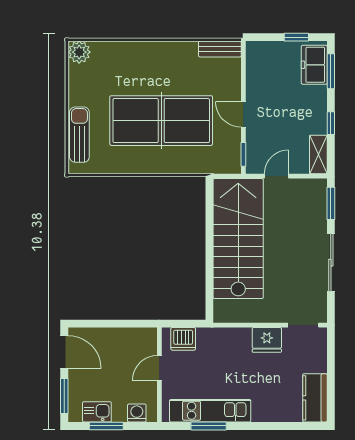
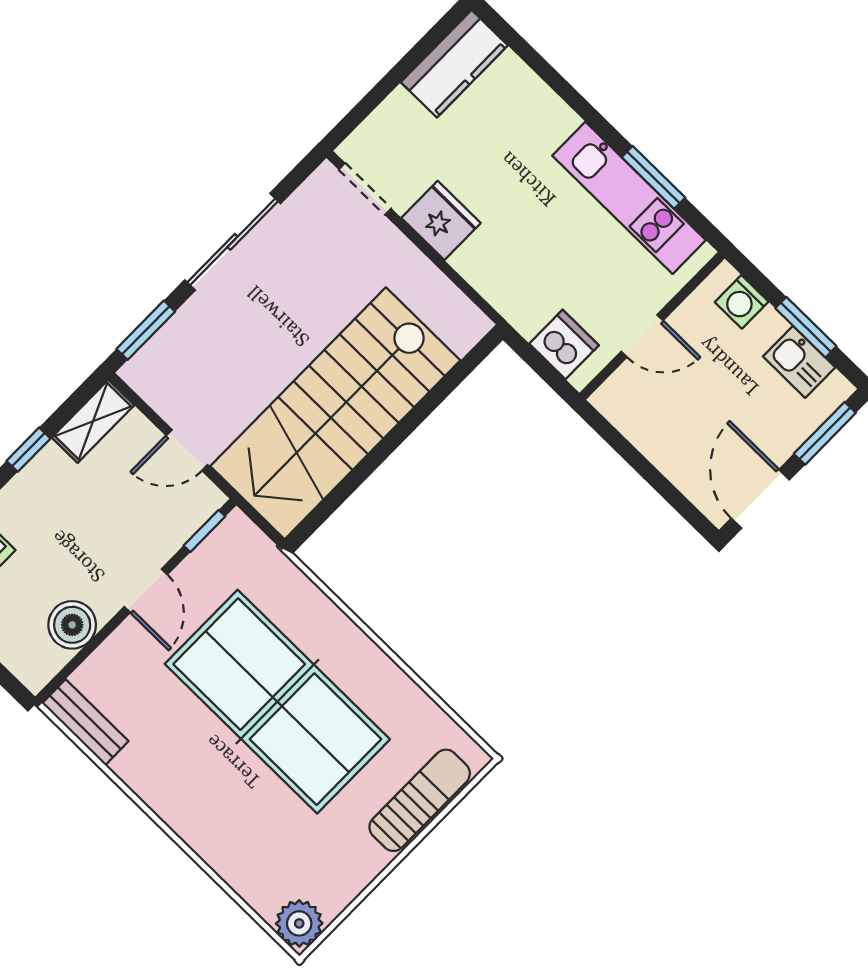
boiler: (257, 78) -> (72, 625), added
sun lounger: (79, 135) -> (420, 800), turned 180

